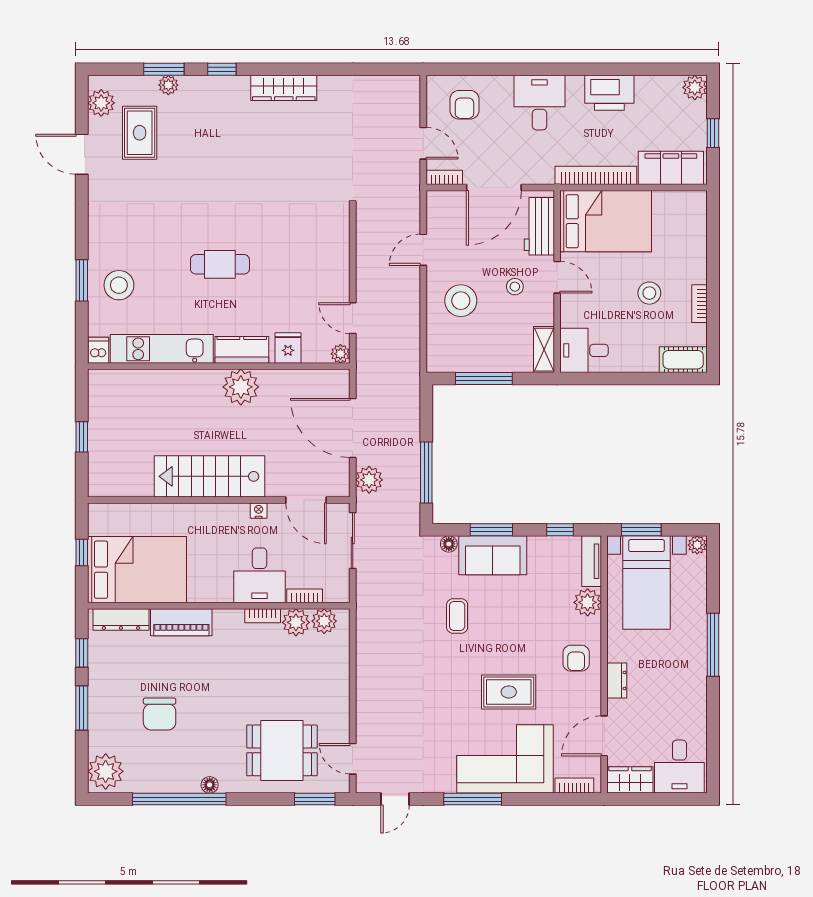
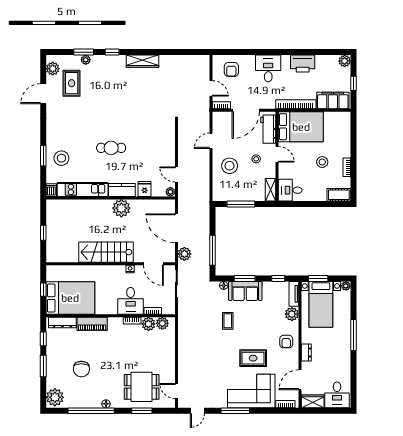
door: (82, 154) -> (43, 94), hinge flipped
window: (315, 799) -> (142, 411), moved

